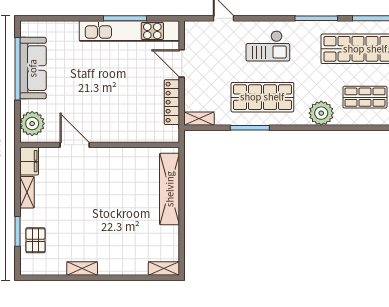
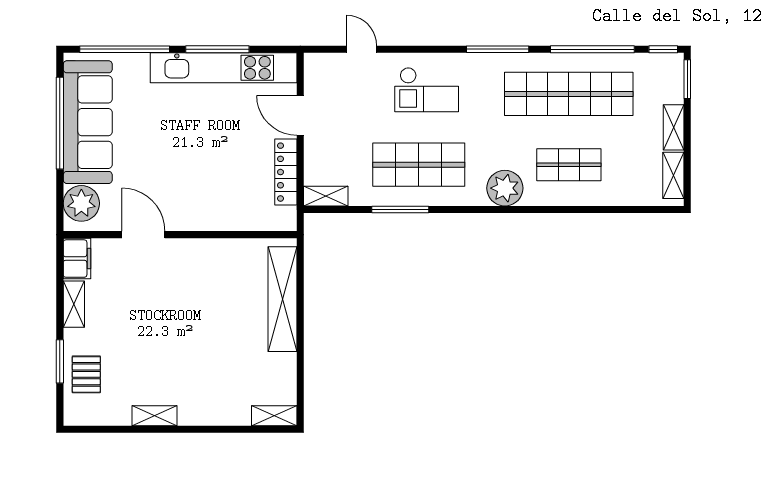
window: (62, 18) -> (125, 49), added
sofa: (33, 68) -> (88, 122), width x1.36, depth x1.27

